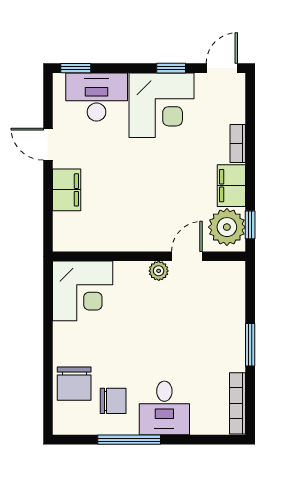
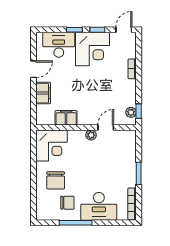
window: (76, 68) -> (74, 30), moved
door: (48, 144) -> (34, 69), swing flipped
filing cabinet: (231, 186) -> (66, 118), moved, turned 90
plant: (227, 227) -> (131, 112), width x0.53, depth x0.53
chair: (74, 384) -> (56, 180), moved
desk: (164, 408) -> (99, 206), width x1.37

